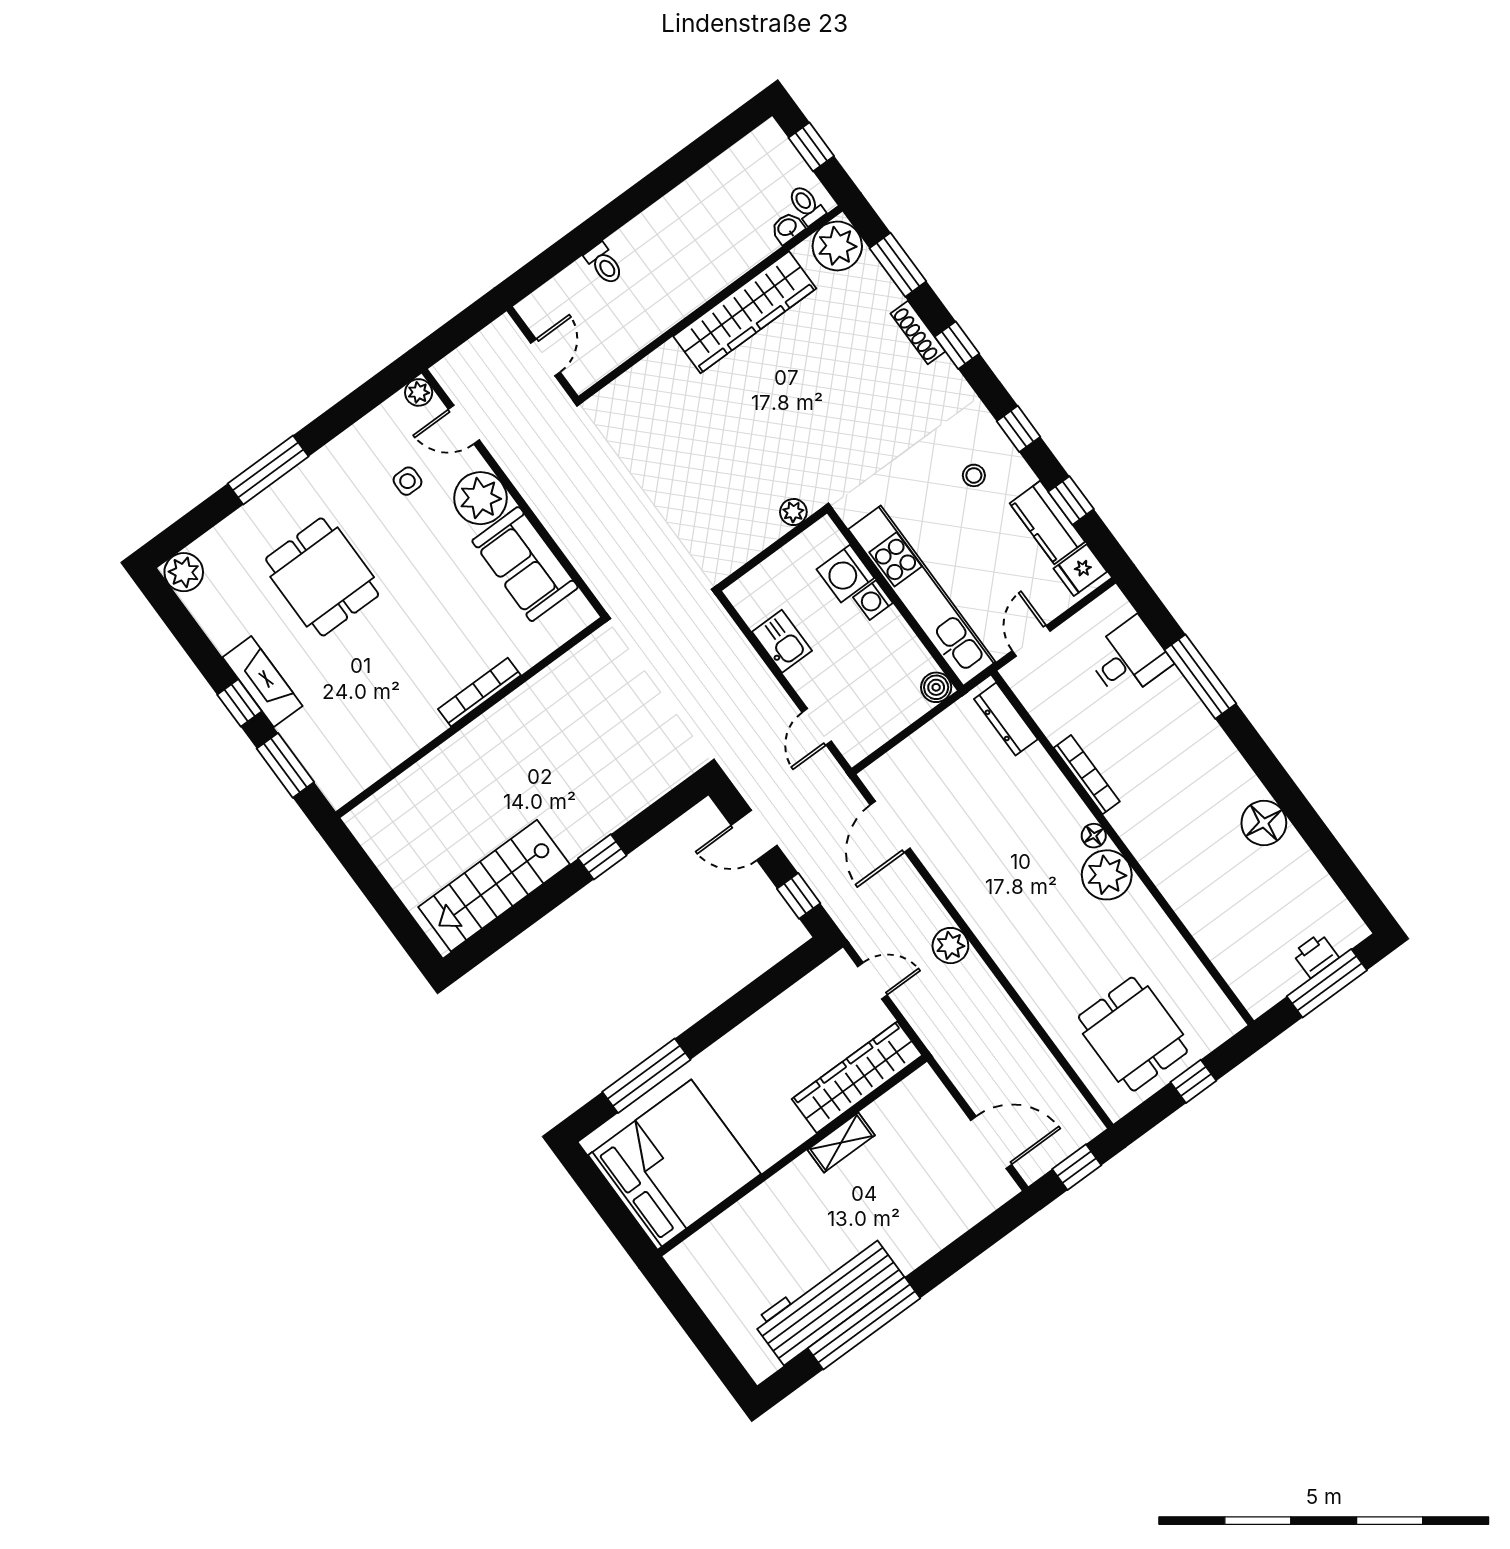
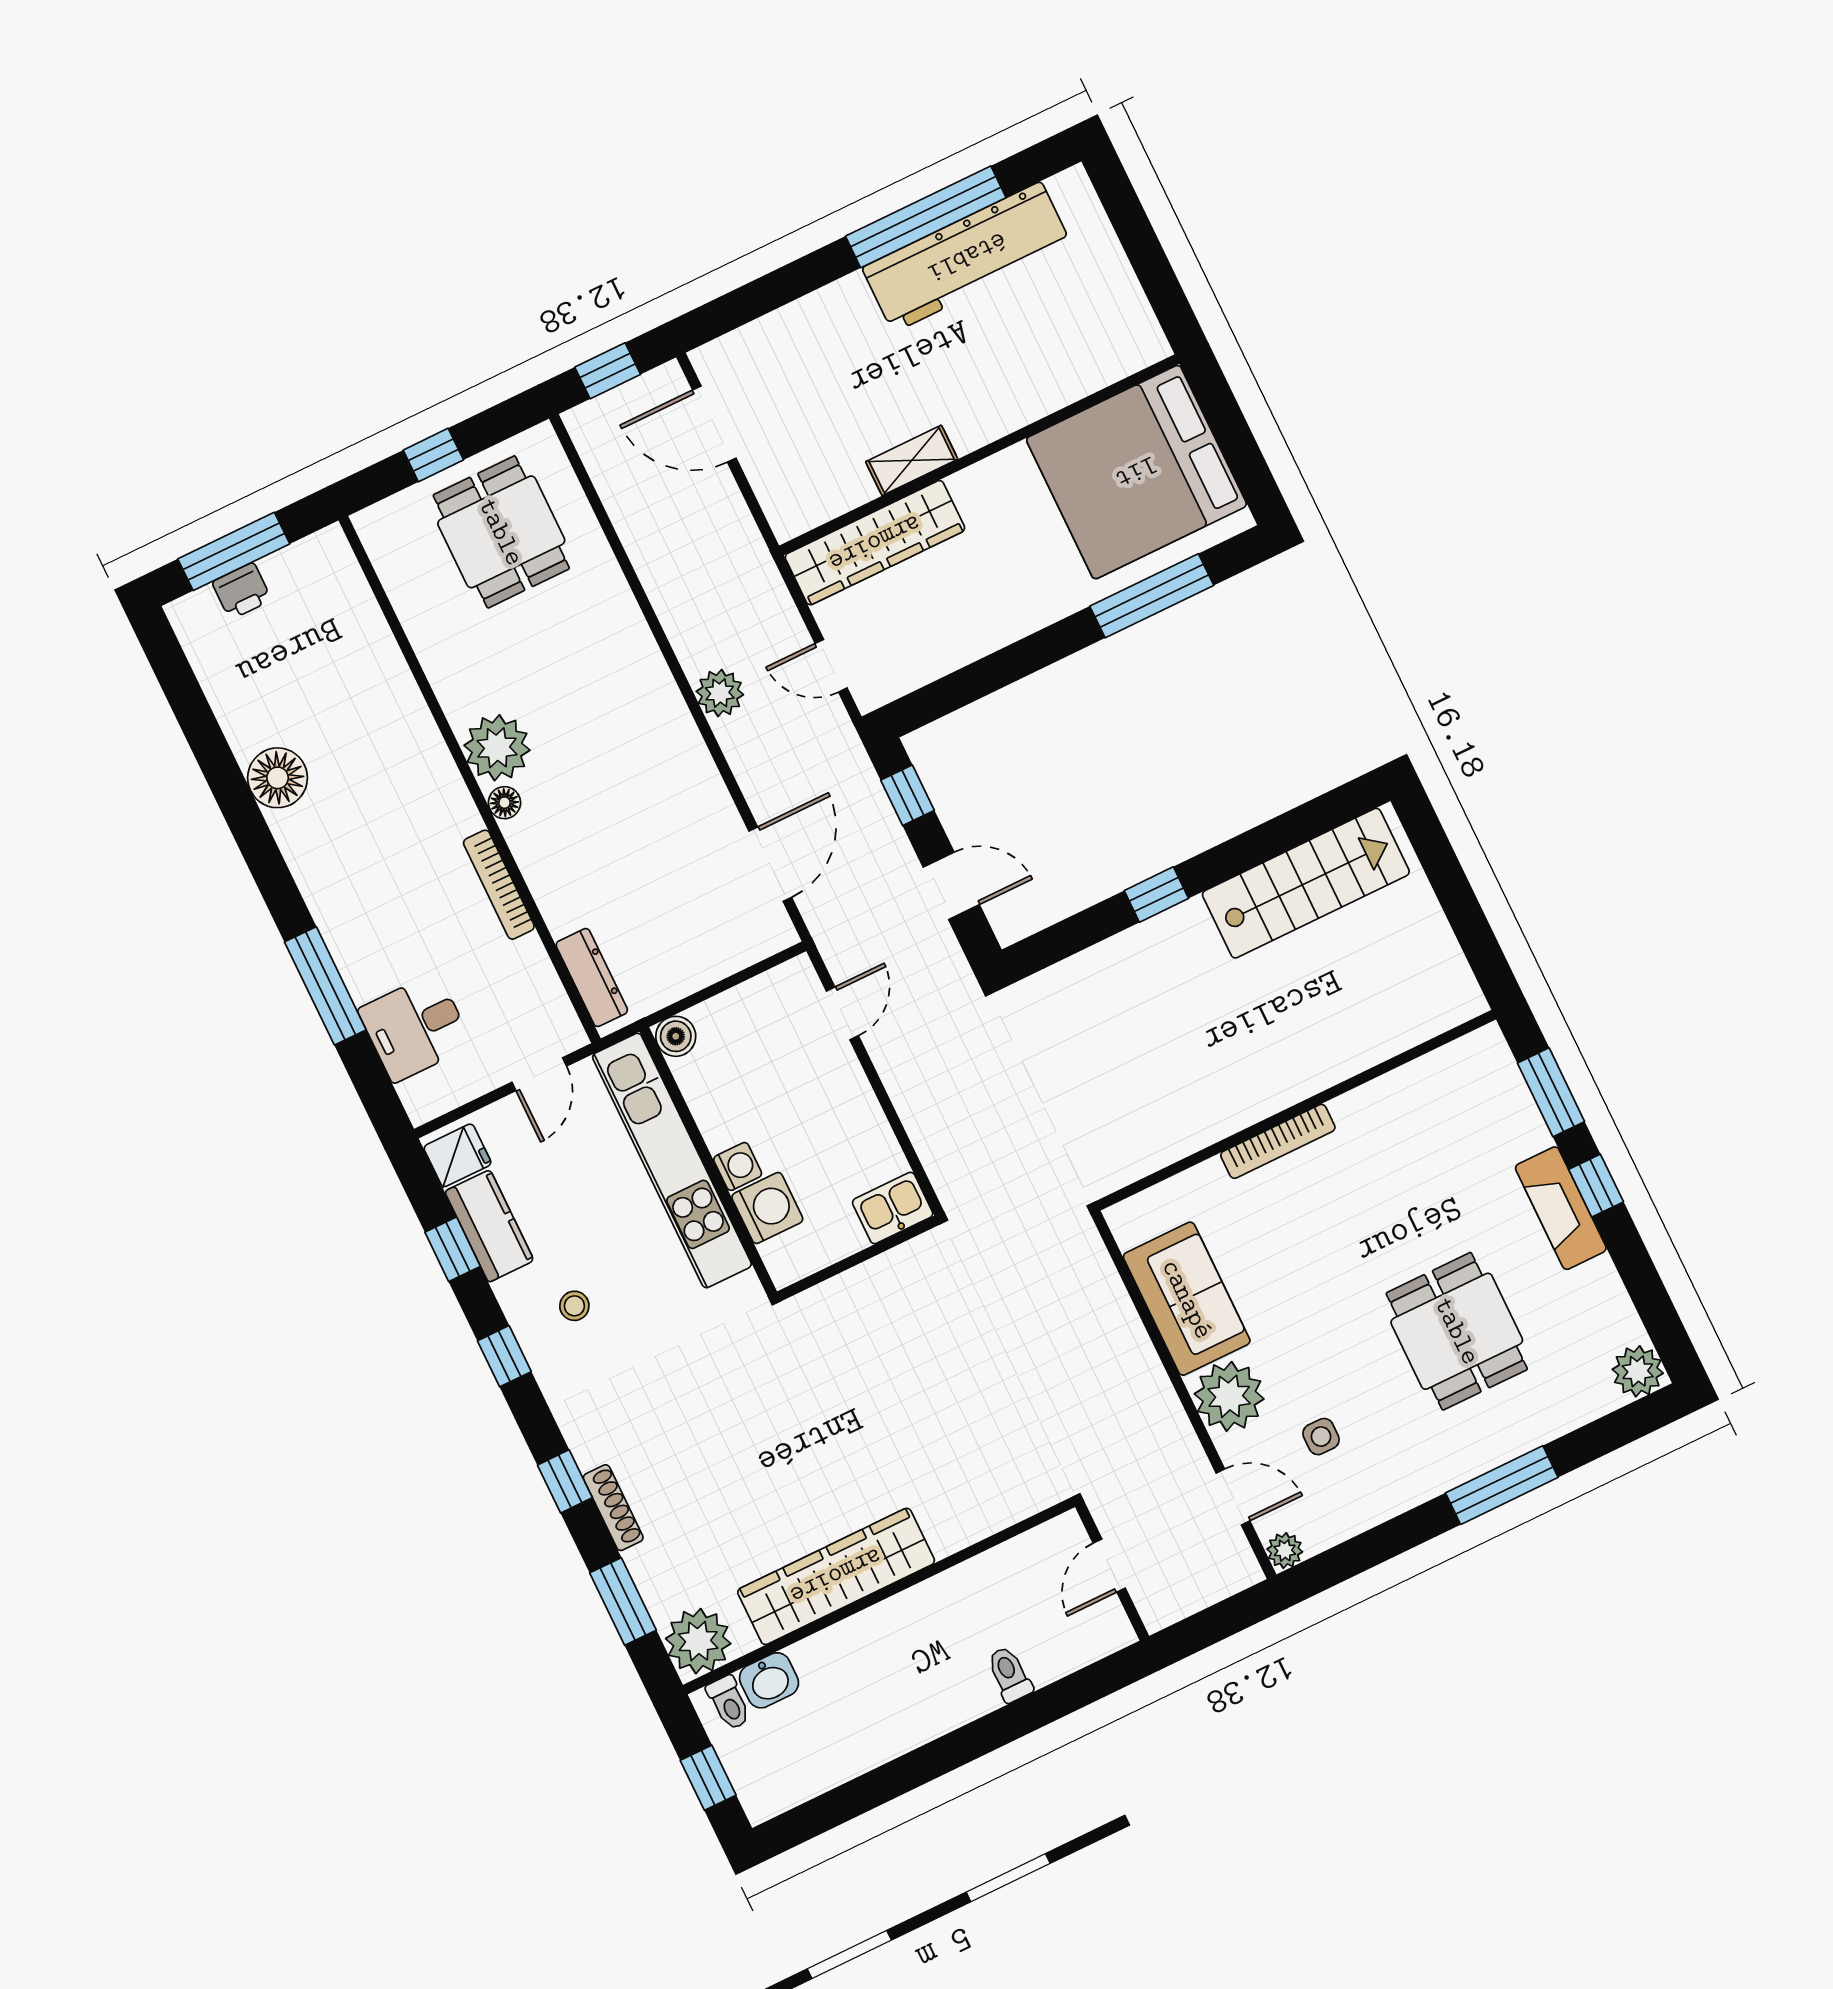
washbasin: (787, 228) -> (769, 1680), width x1.38, depth x1.45
plant: (793, 512) -> (821, 1302), removed
kitchen sink: (782, 641) -> (893, 1208), moved, turned 90

